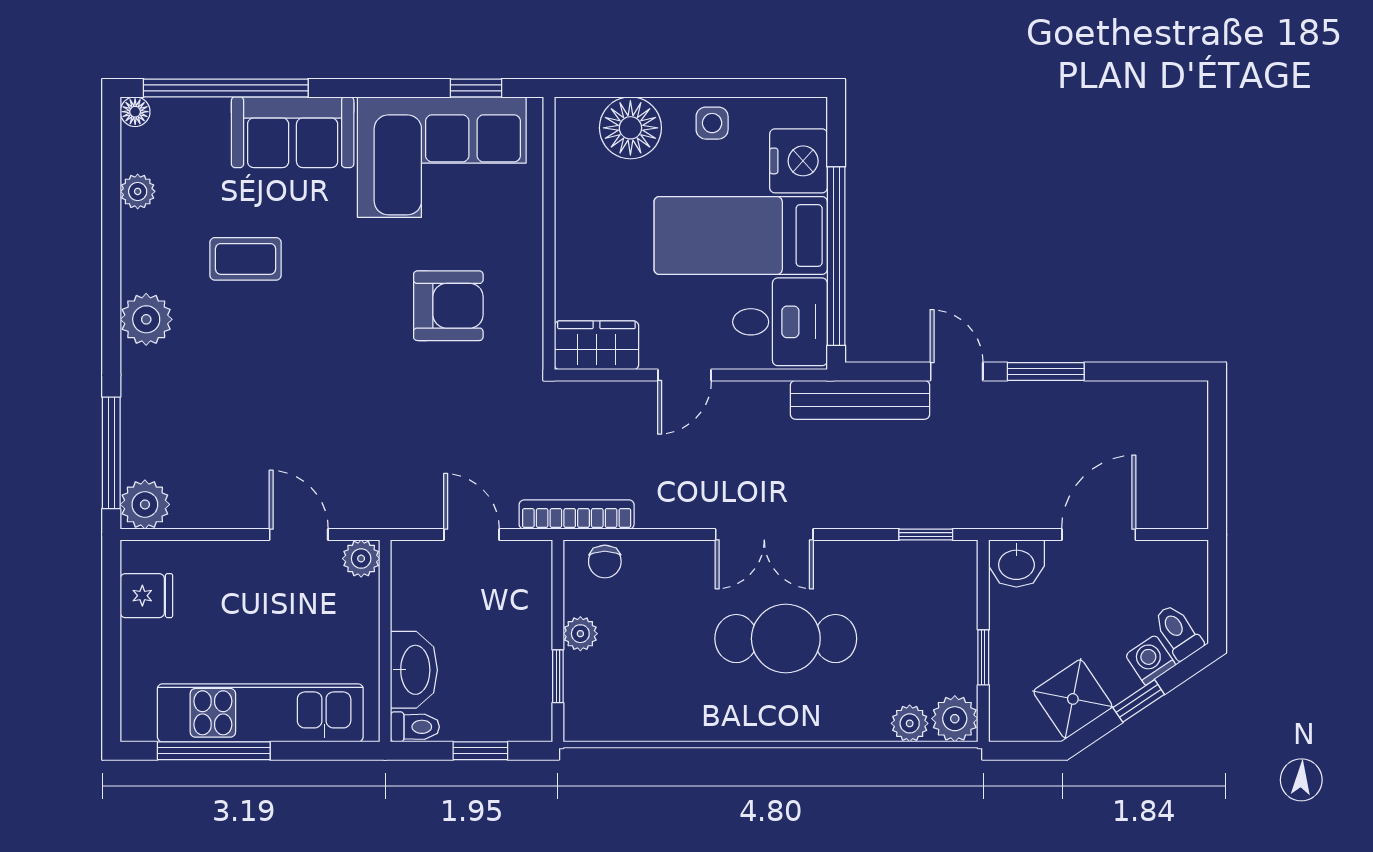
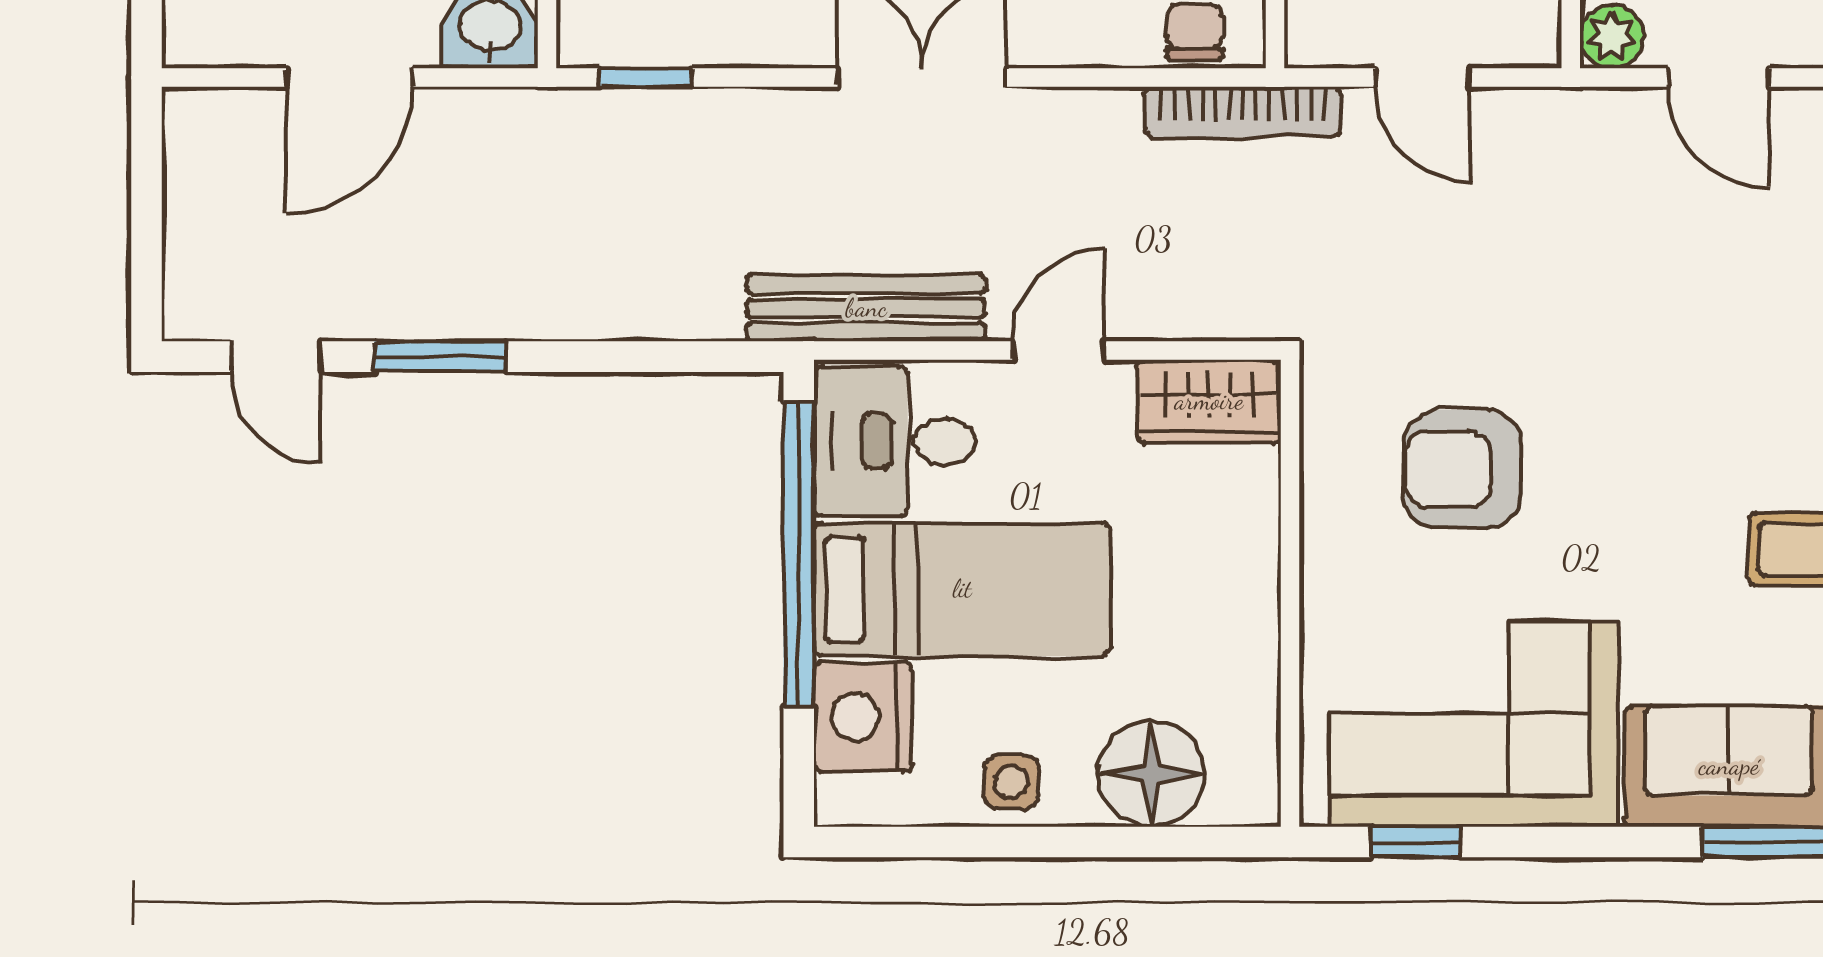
door: (957, 371) -> (276, 357), moved
bench: (860, 400) -> (866, 308), moved

